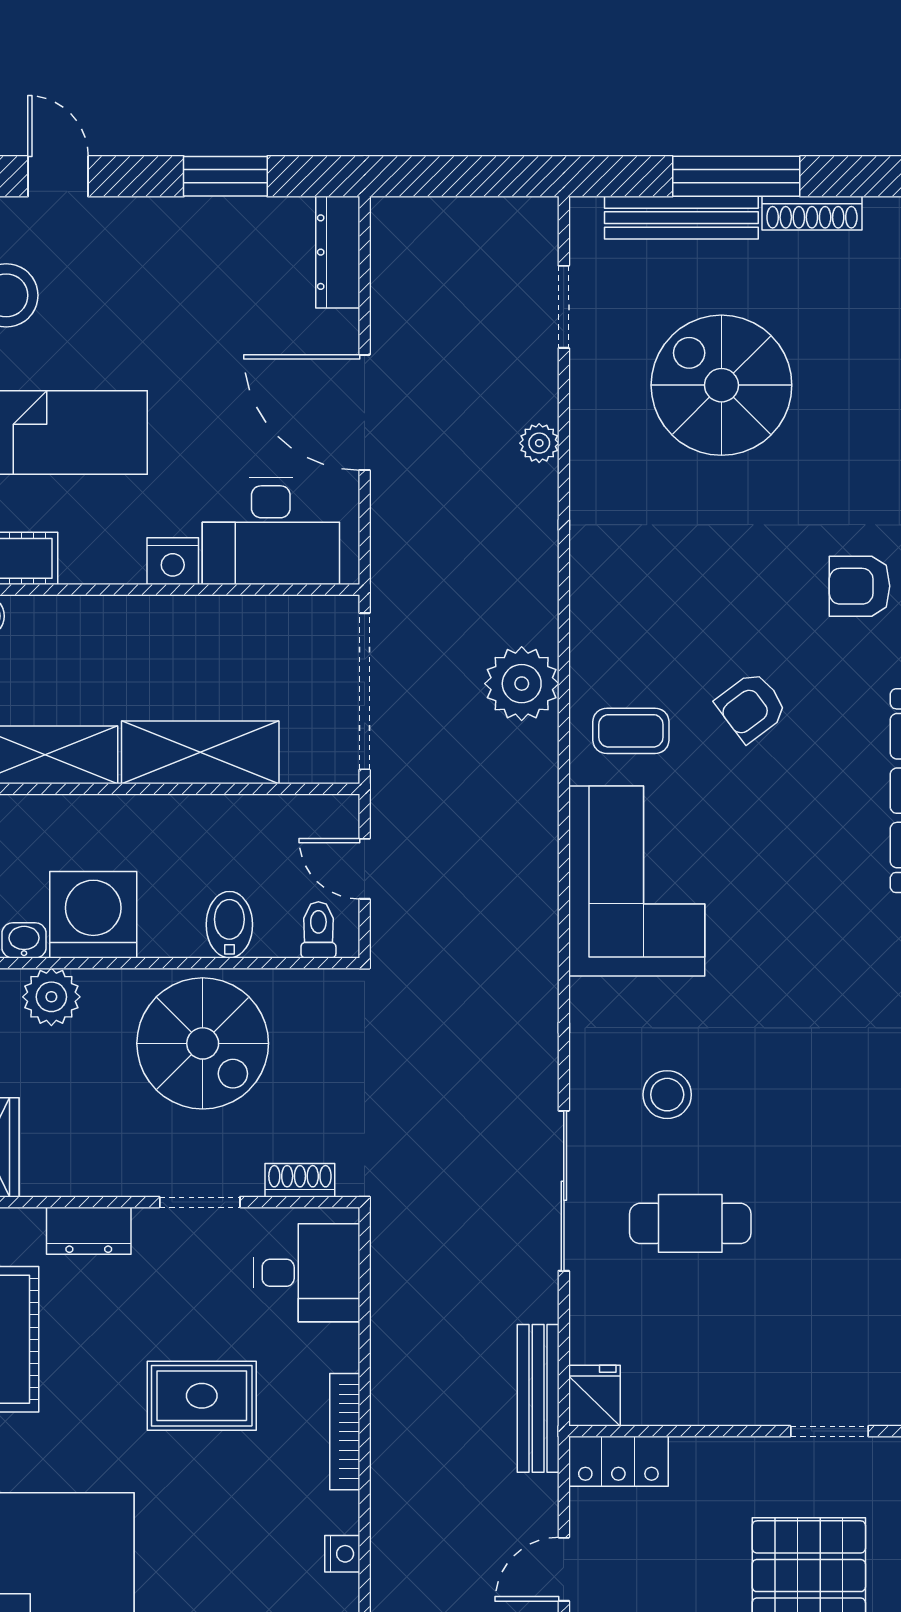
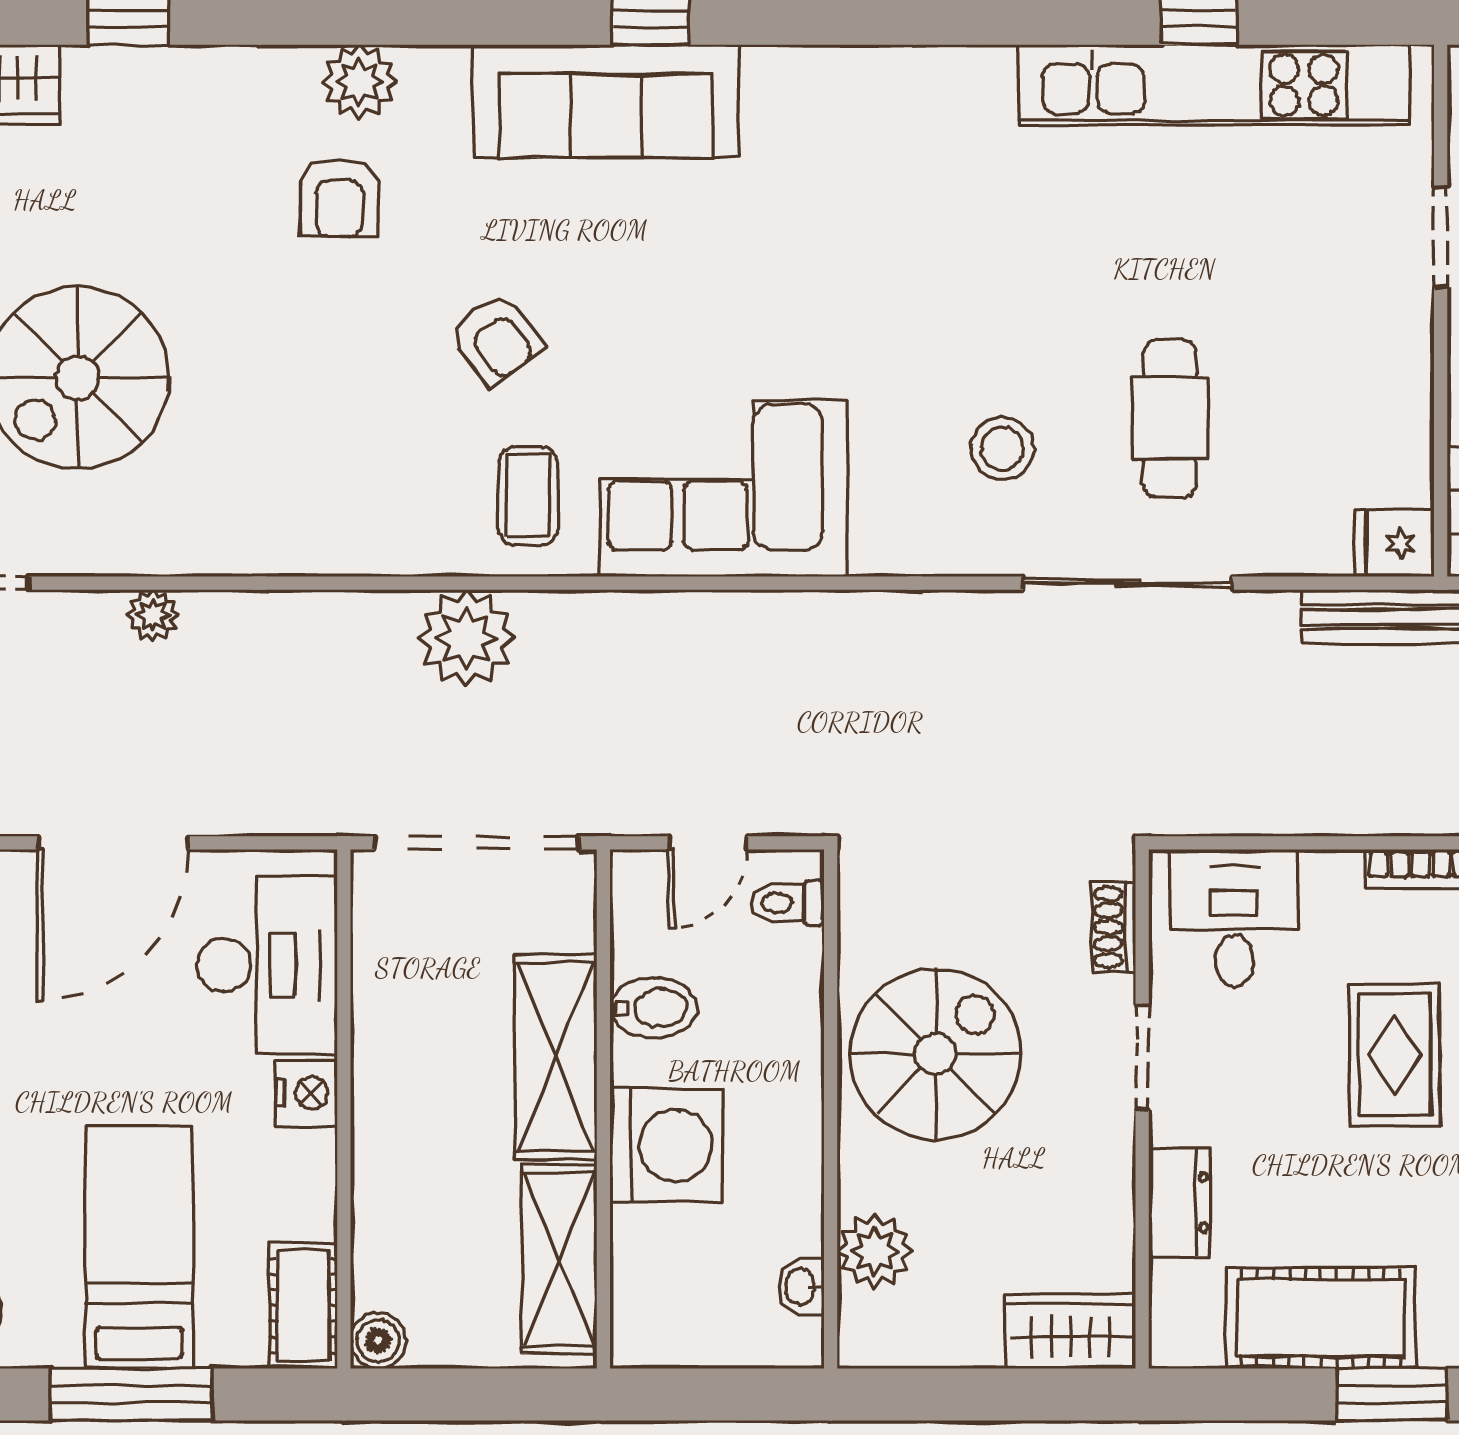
washing machine: (93, 915) -> (666, 1145), moved, turned 180
bidet: (229, 925) -> (654, 1008), moved, turned 180

